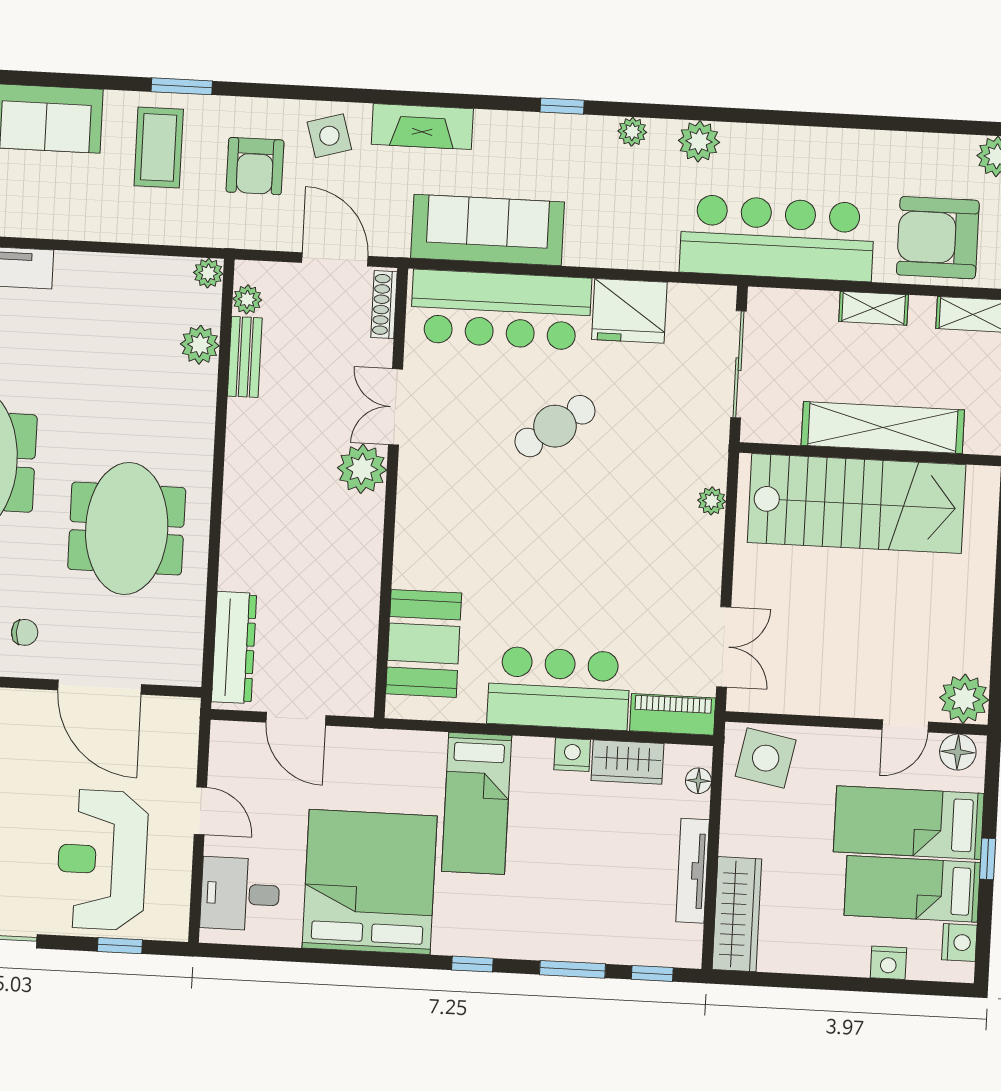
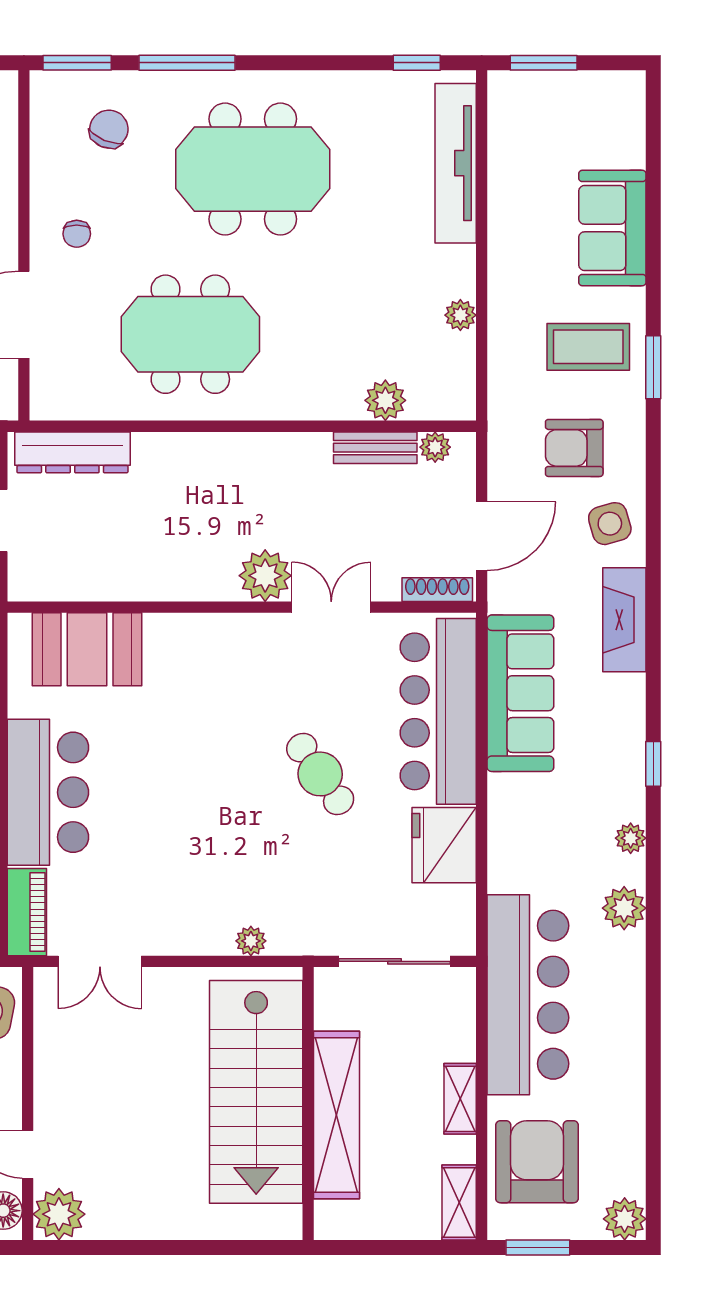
plant: (208, 273) -> (460, 315), moved

